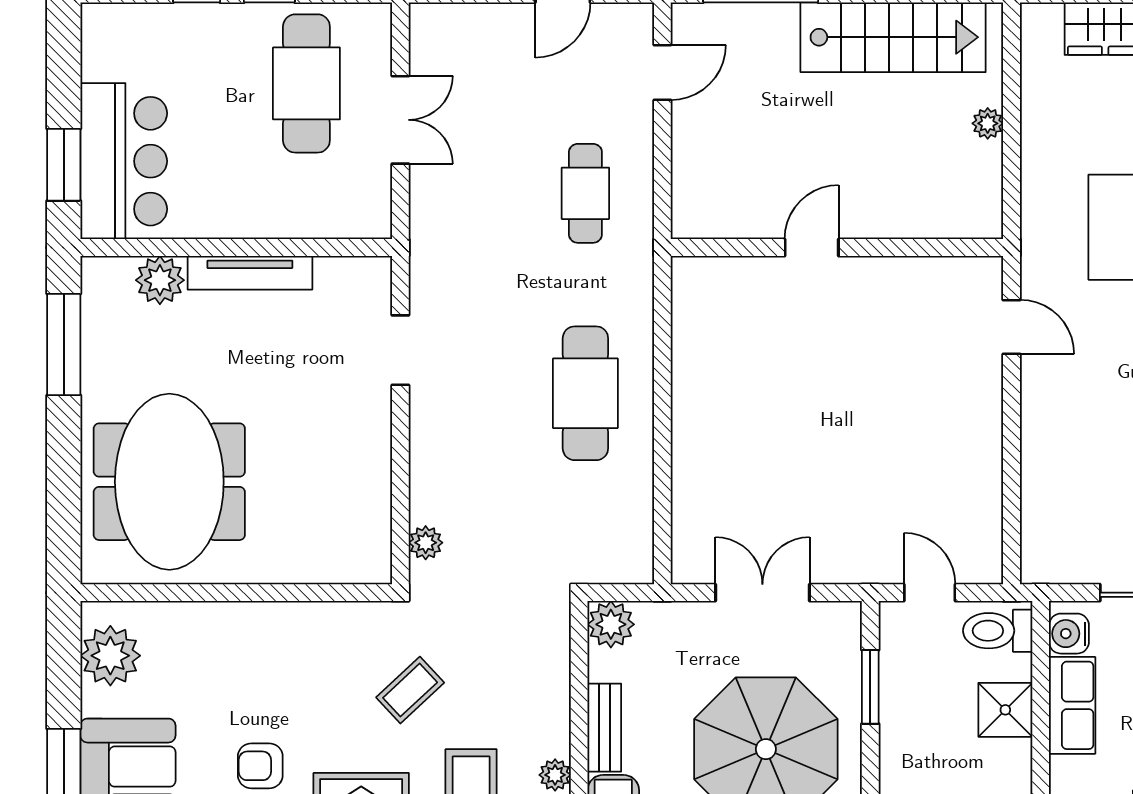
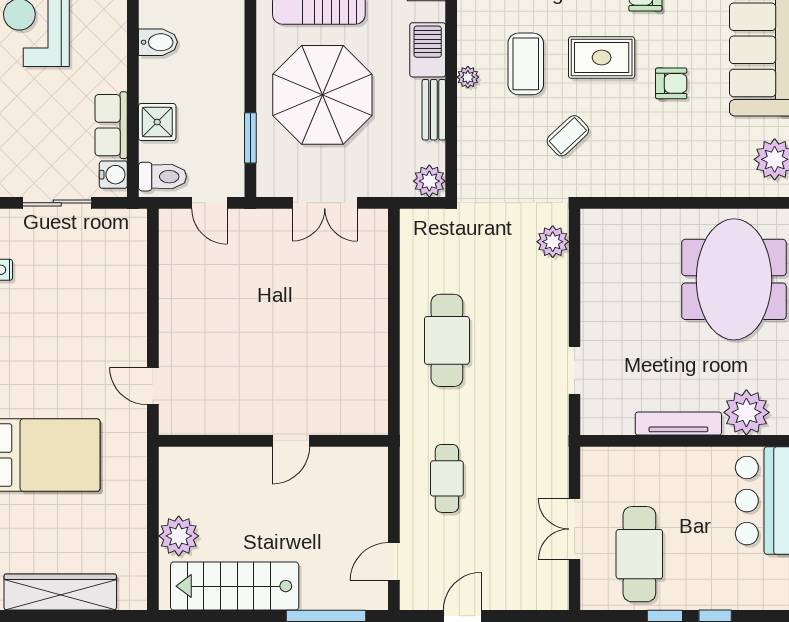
plant: (988, 123) -> (179, 536), width x1.88, depth x1.88
plant: (160, 280) -> (746, 412), width x1.36, depth x1.36
plant: (426, 543) -> (553, 242), width x1.38, depth x1.38

